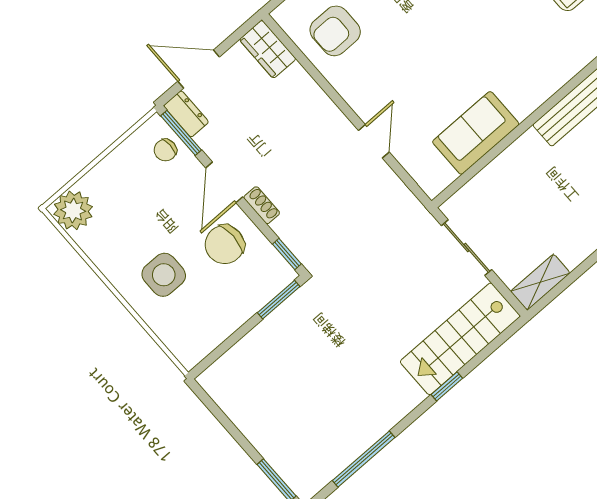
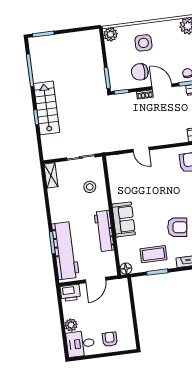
sofa: (476, 133) -> (124, 219), moved
stool: (512, 192) -> (90, 187), added
chair: (225, 244) -> (140, 72), turned -90
stairs: (460, 339) -> (47, 108), moved
plant: (190, 350) -> (111, 34), added

